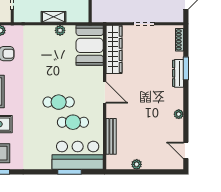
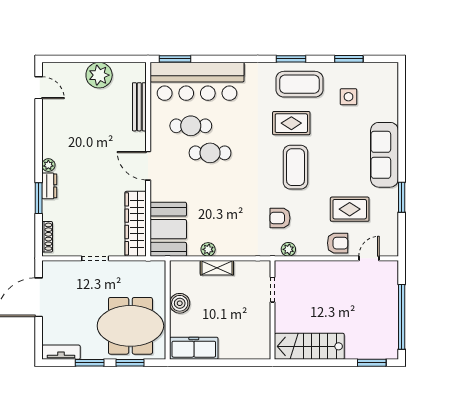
dresser: (178, 73) -> (49, 186), width x0.70
plant: (179, 114) -> (48, 165), moved
bar counter: (78, 155) -> (197, 81), width x1.36
plant: (137, 164) -> (99, 75), width x1.88, depth x1.88
window: (70, 172) -> (175, 59), moved

